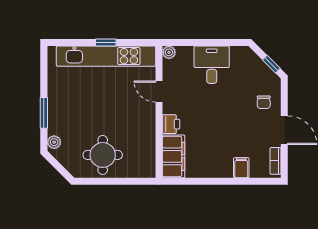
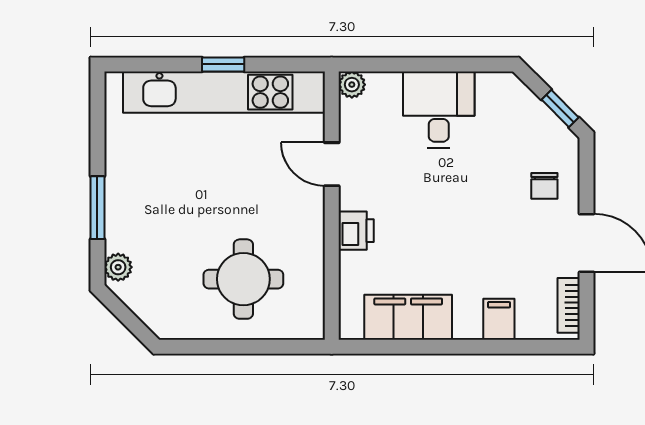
round table: (103, 155) -> (243, 279), moved
filing cabinet: (174, 156) -> (408, 317), moved, turned -90

